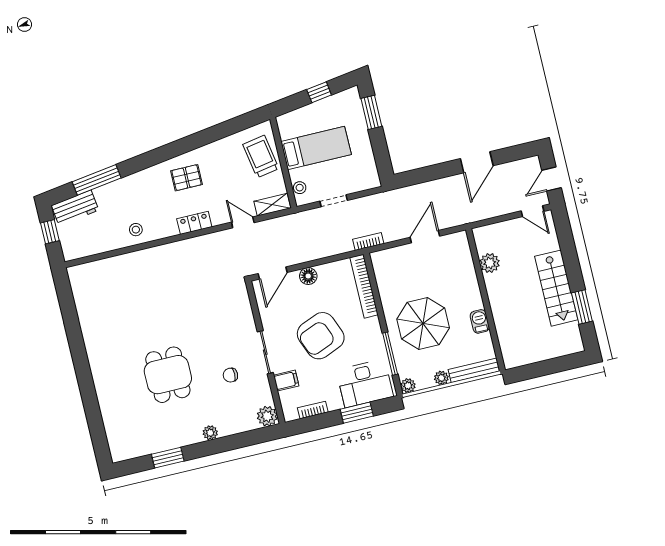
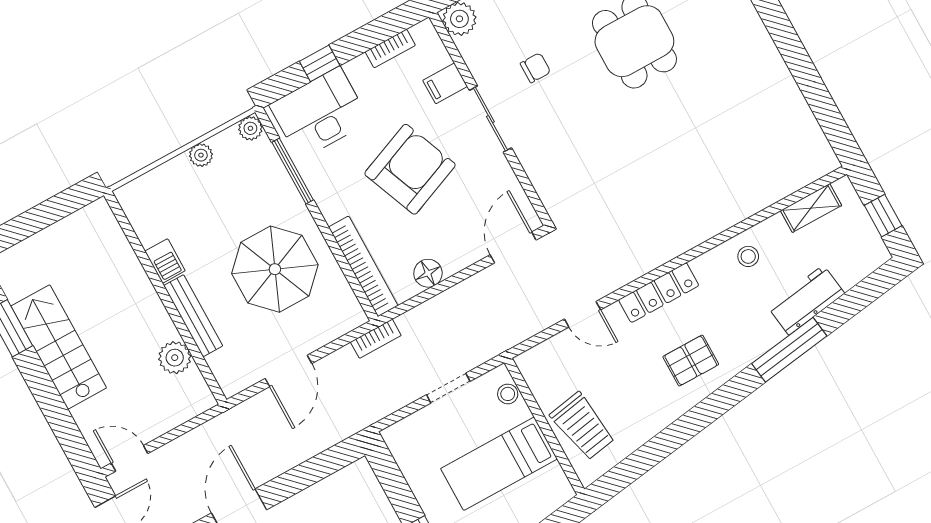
window: (97, 180) -> (789, 350), moved
shelving: (272, 205) -> (811, 208), moved
workbench: (75, 208) -> (806, 300), moved
locker: (194, 223) -> (659, 293), width x1.53
floor lamp: (308, 276) -> (428, 273), moved
parasol: (423, 324) -> (275, 269), moved
bench: (474, 370) -> (193, 316), moved, turned 90
window: (357, 413) -> (320, 63), width x0.67

